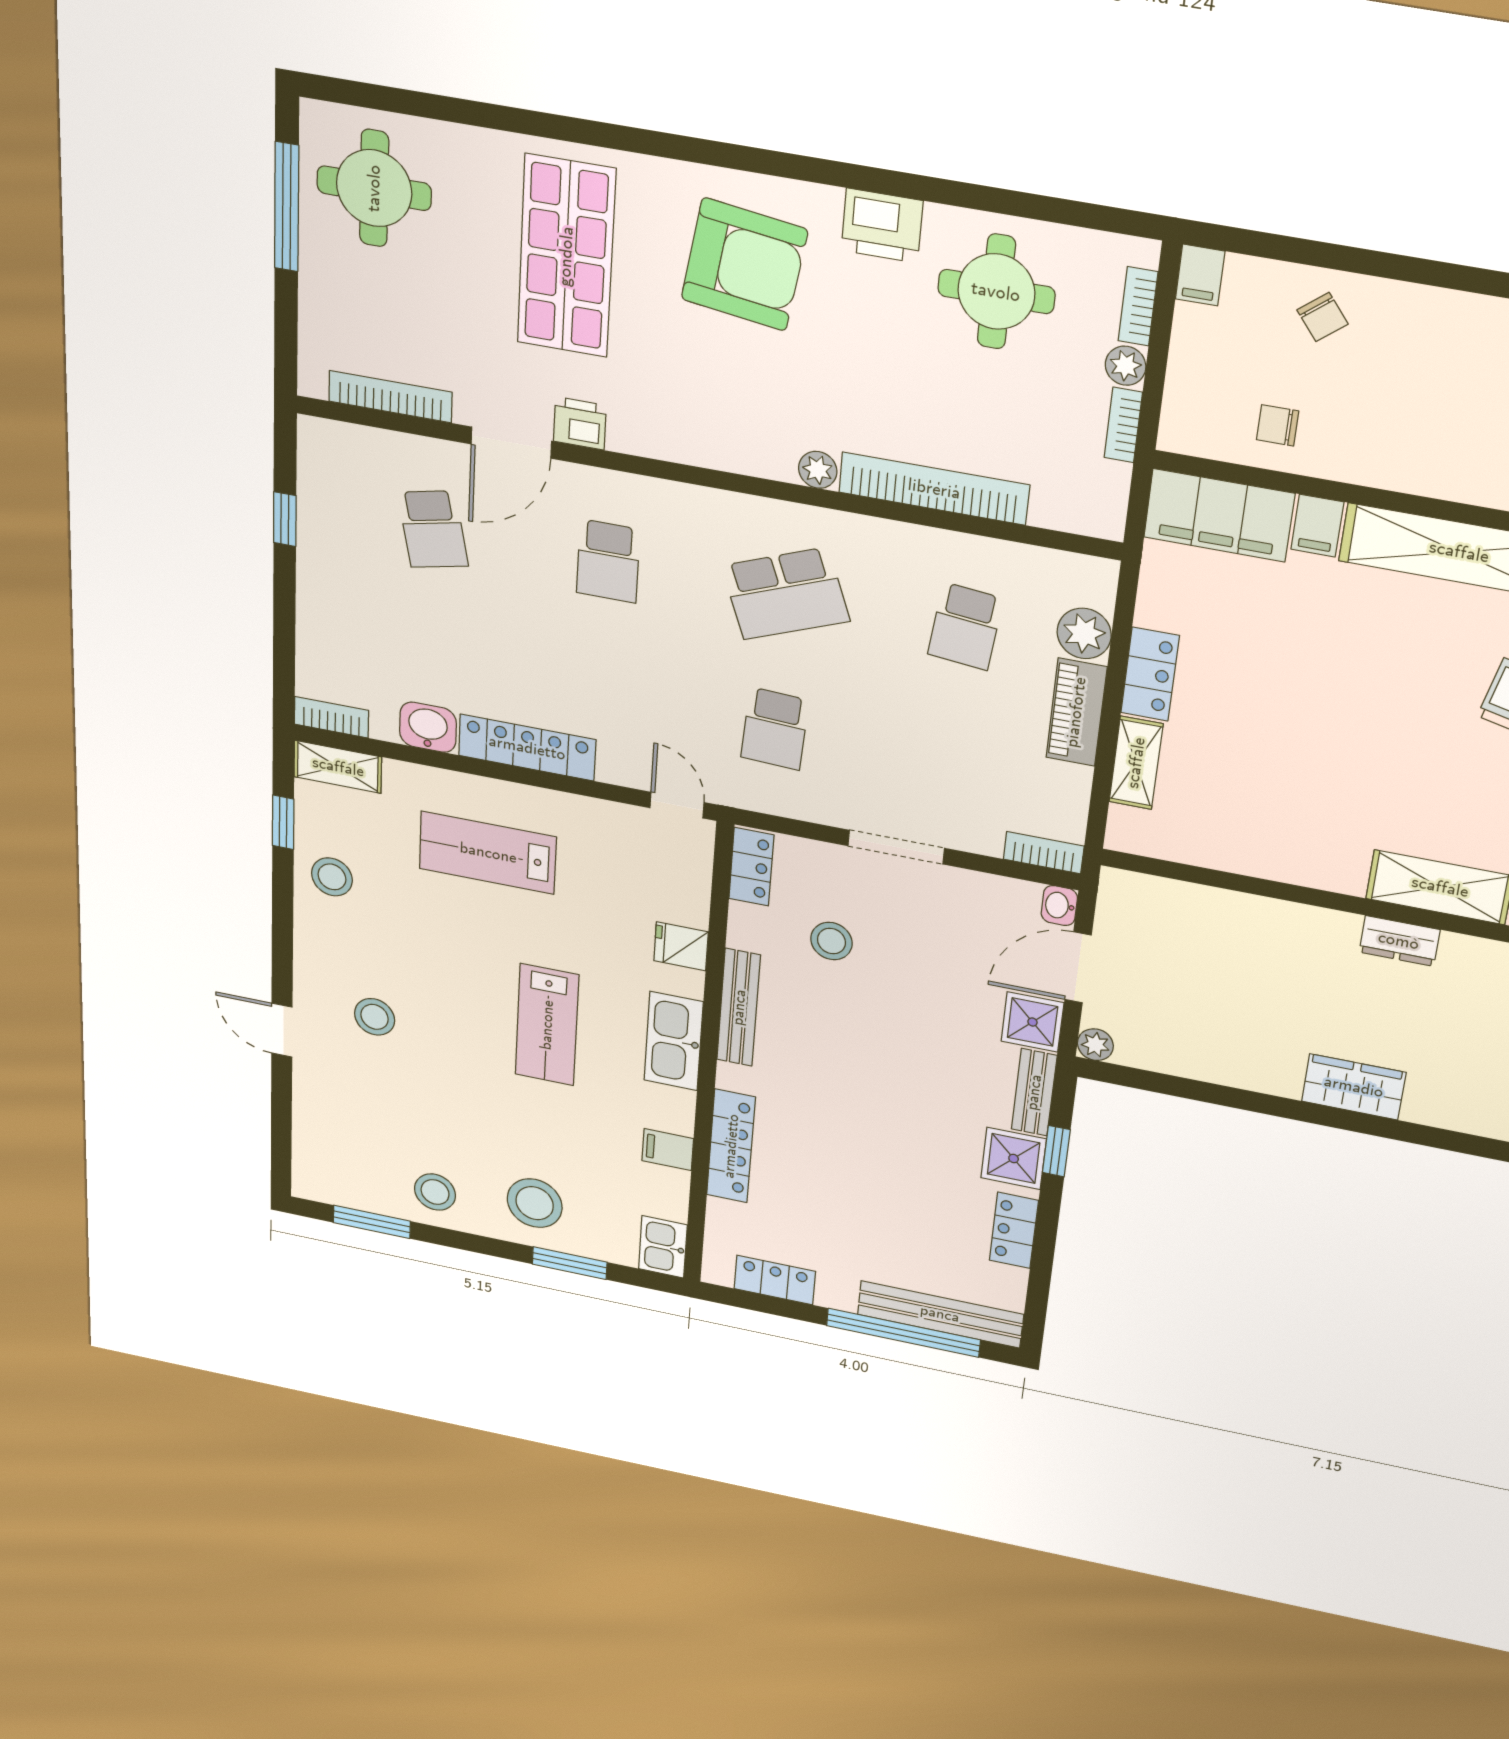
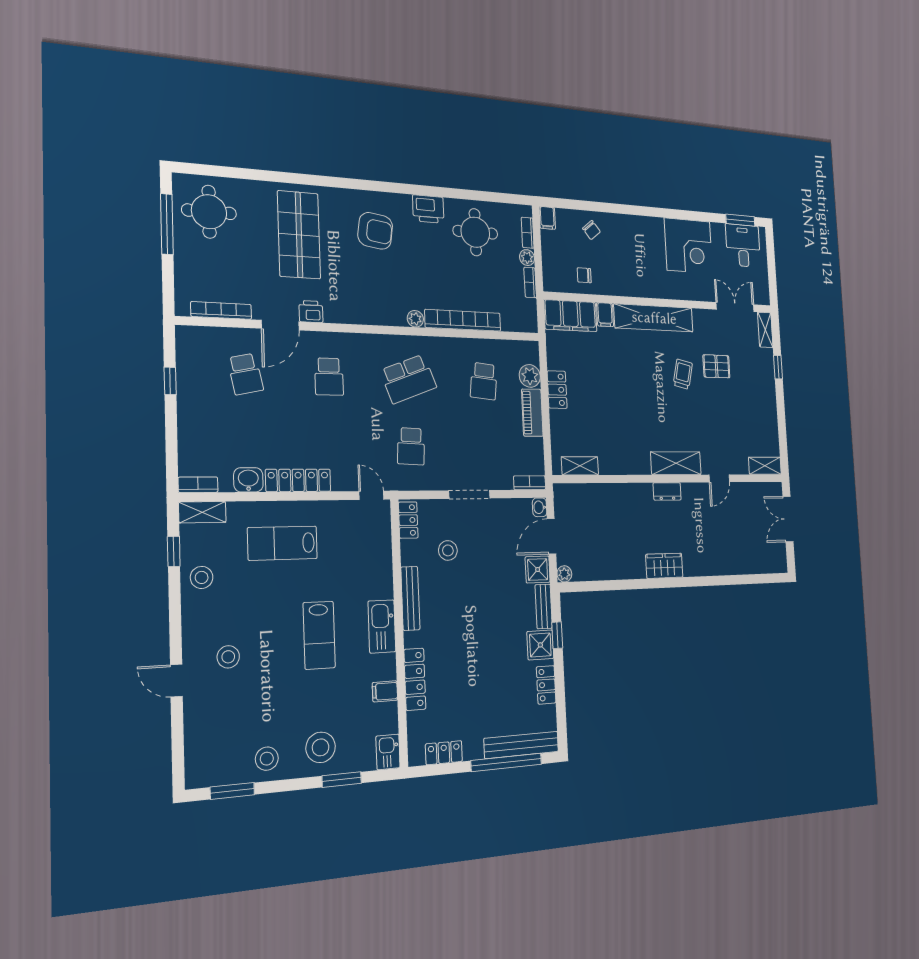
armchair: (744, 264) -> (375, 231), width x0.73, depth x0.73
shelving: (1136, 763) -> (580, 466), moved, turned 90
fridge: (681, 946) -> (380, 572), removed

